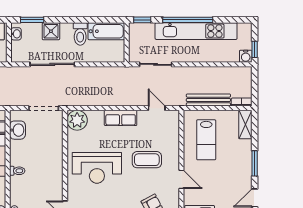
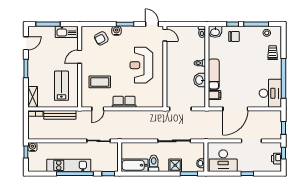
kitchen unit: (196, 31) -> (69, 165), width x0.73
door: (157, 108) -> (98, 109), hinge flipped
plant: (77, 120) -> (156, 100), removed
washbasin: (17, 130) -> (200, 80), moved
coffee table: (147, 160) -> (100, 82), moved
reception desk: (97, 168) -> (141, 65), turned -90
door: (181, 179) -> (80, 57), hinge flipped

